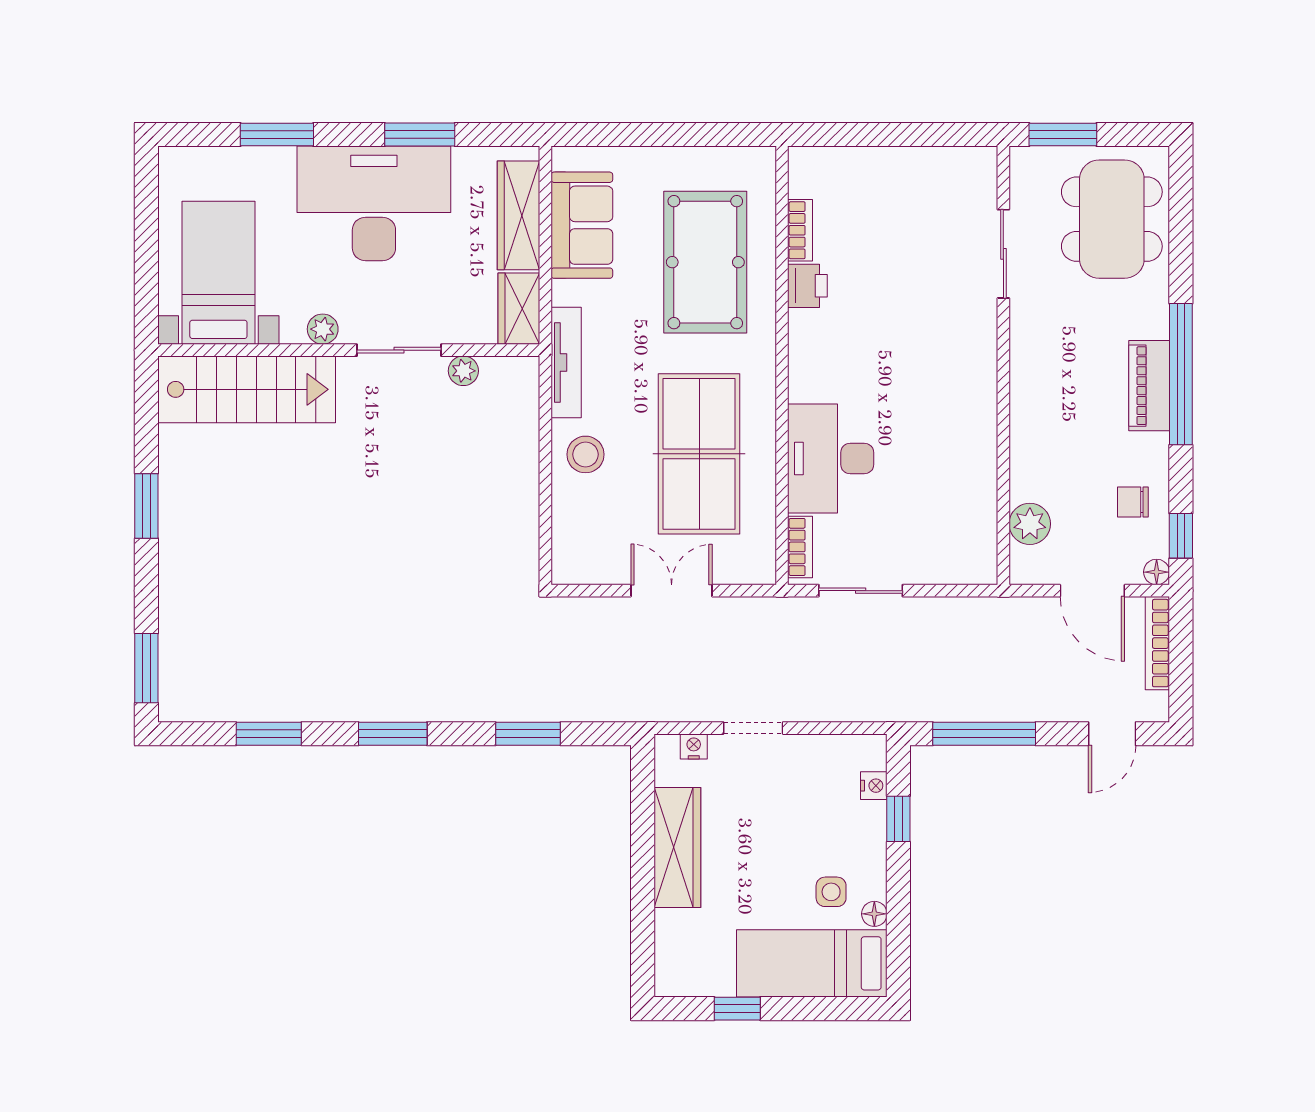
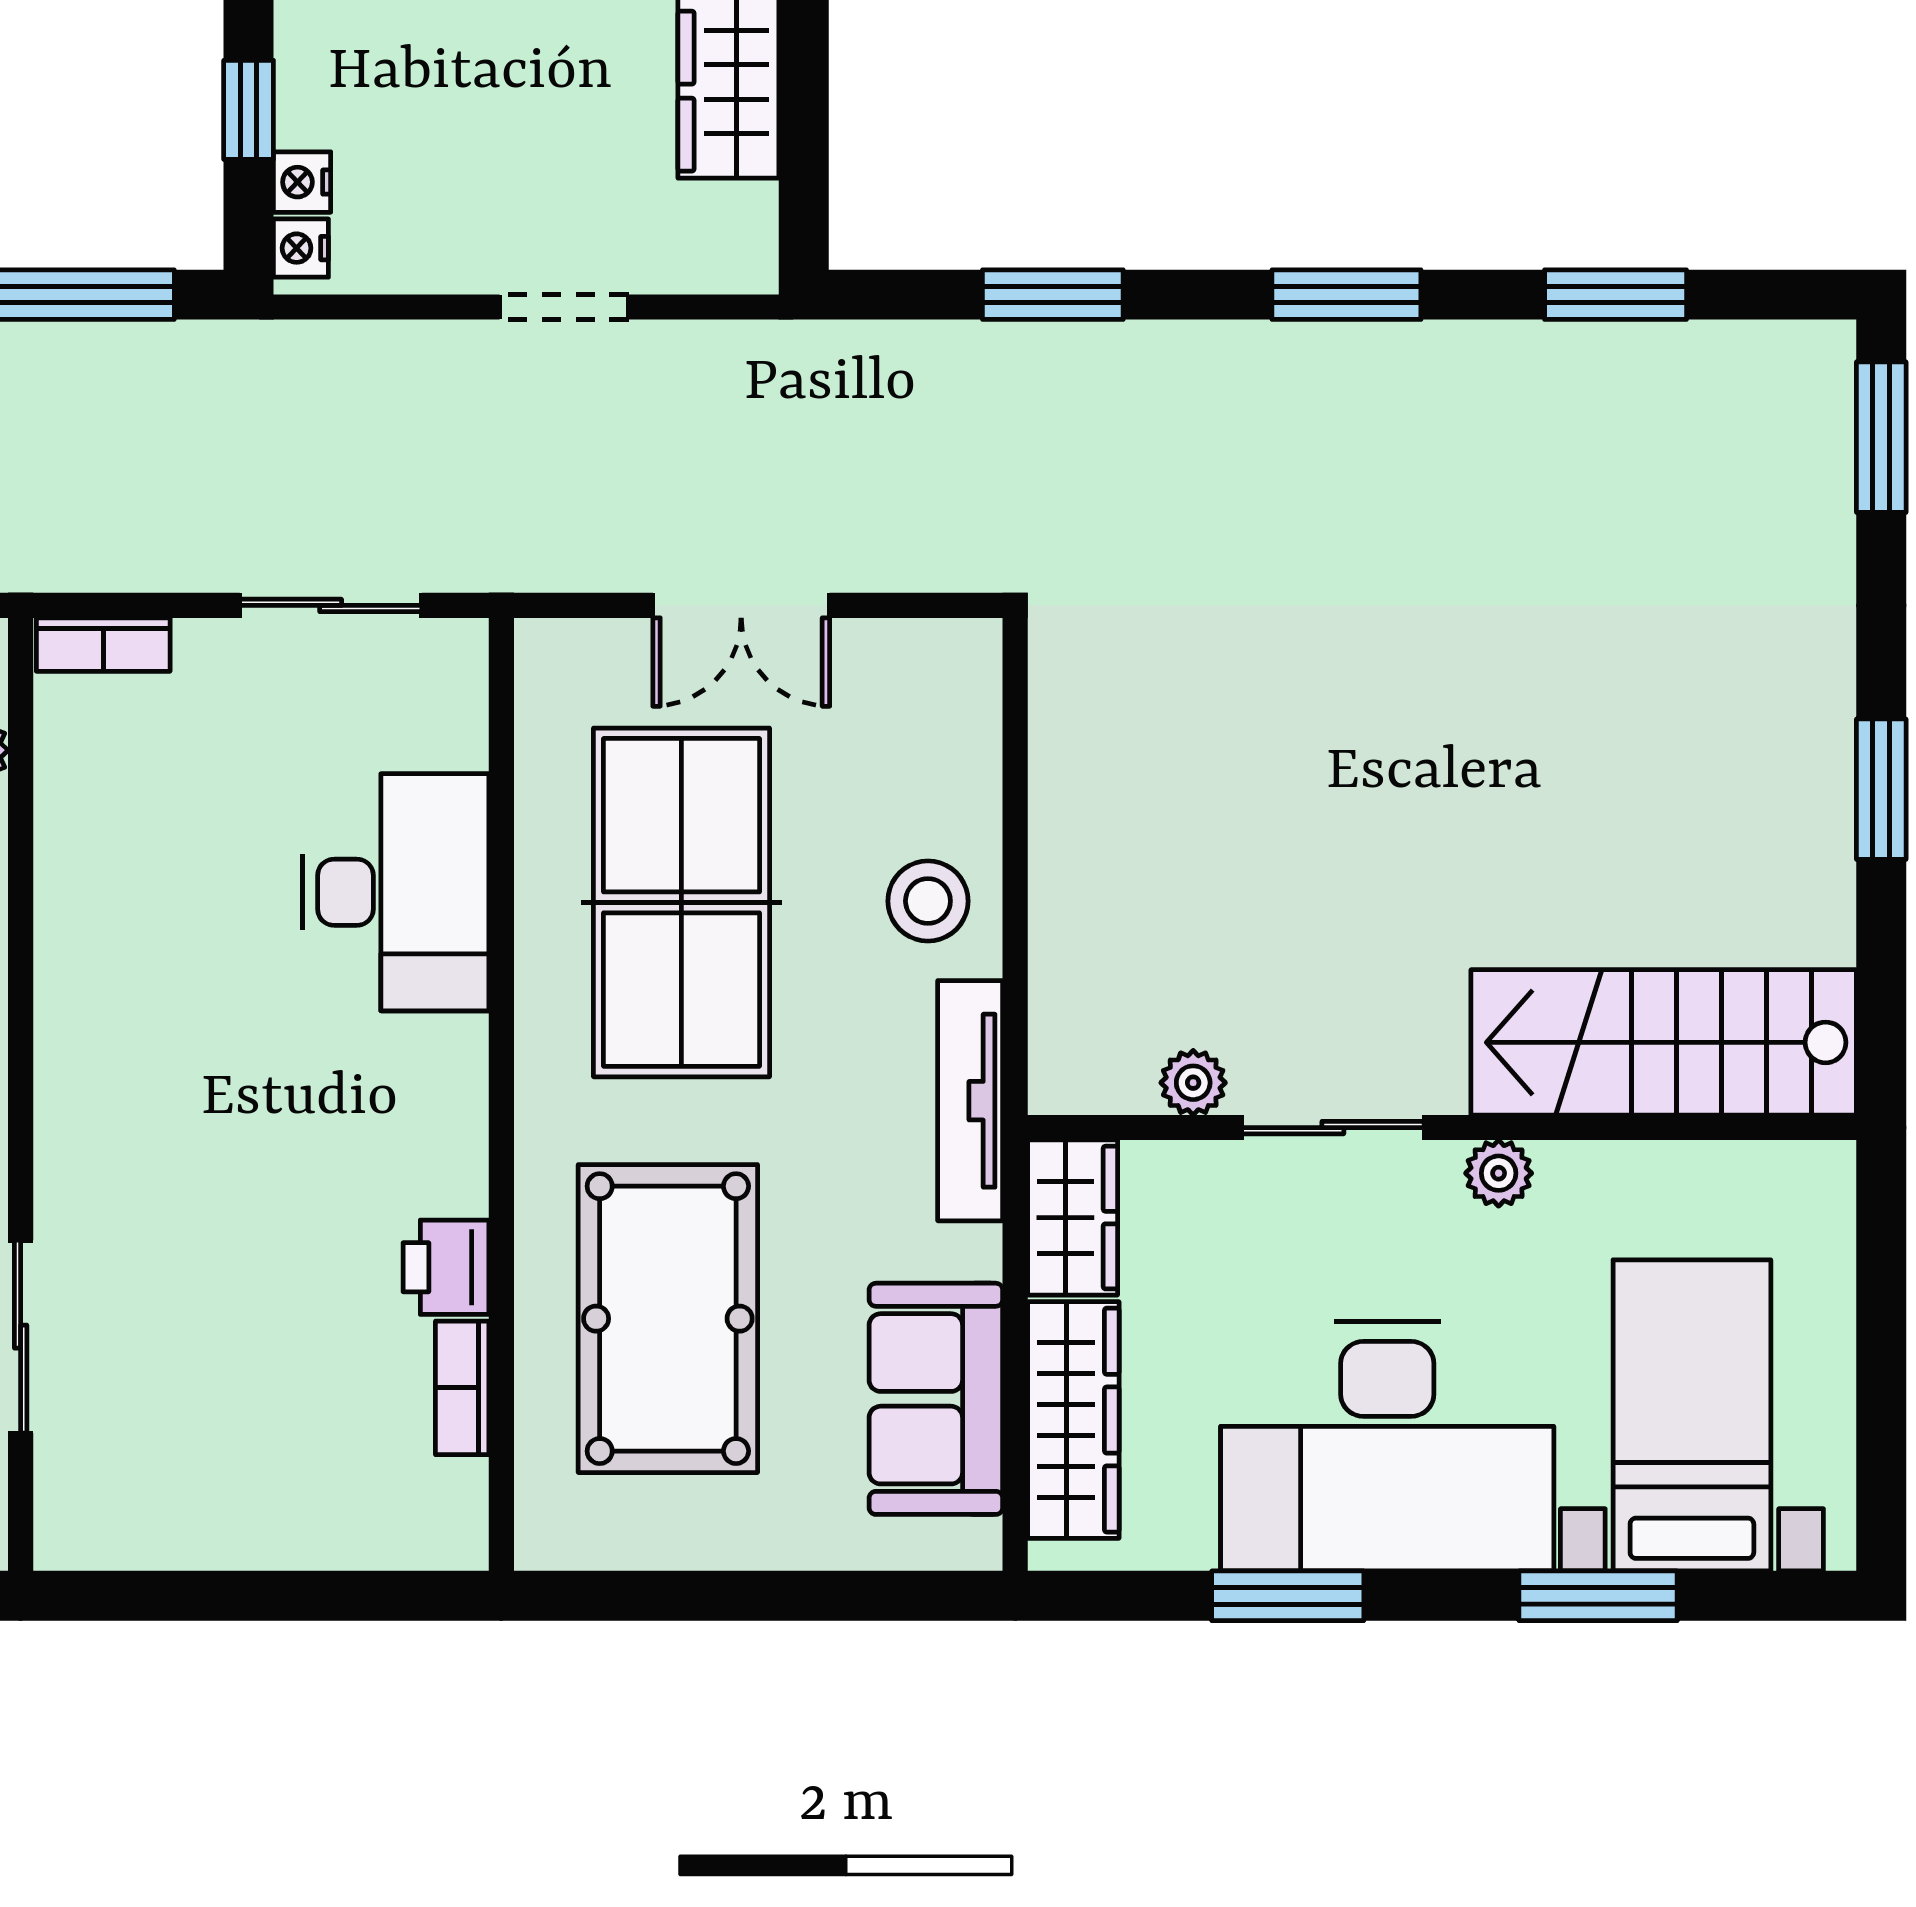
bed with nightstands: (218, 273) -> (1692, 1415), moved, turned 180
bookcase: (800, 547) -> (103, 645), moved, turned -90
nightstand: (694, 746) -> (301, 248), moved, turned 90

